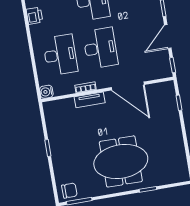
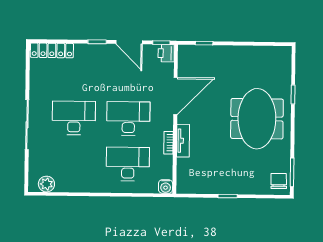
printer: (34, 16) -> (166, 53), moved, turned -90

